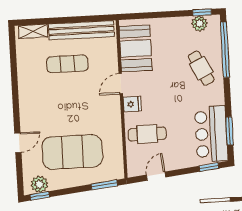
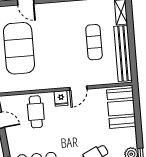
booth: (136, 48) -> (121, 108), moved, turned 90
door: (121, 84) -> (78, 88), swing flipped

